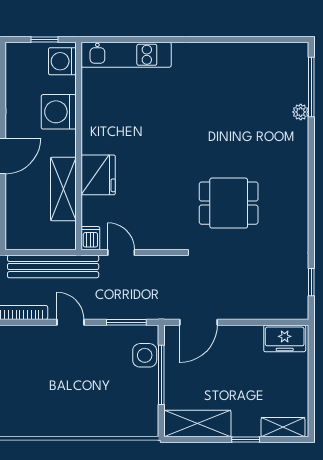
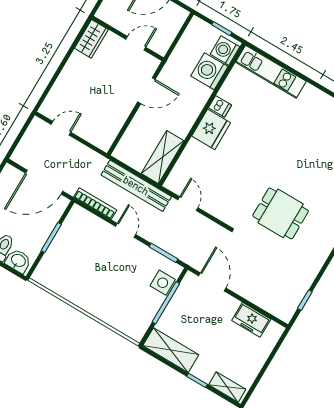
washing machine: (59, 112) -> (209, 71), moved
fridge: (98, 175) -> (211, 129), moved
shelving: (63, 189) -> (163, 157), moved
dishwasher: (90, 238) -> (220, 106), moved, turned 90
door: (198, 322) -> (212, 282), swing flipped
freezer: (285, 338) -> (251, 320), moved

